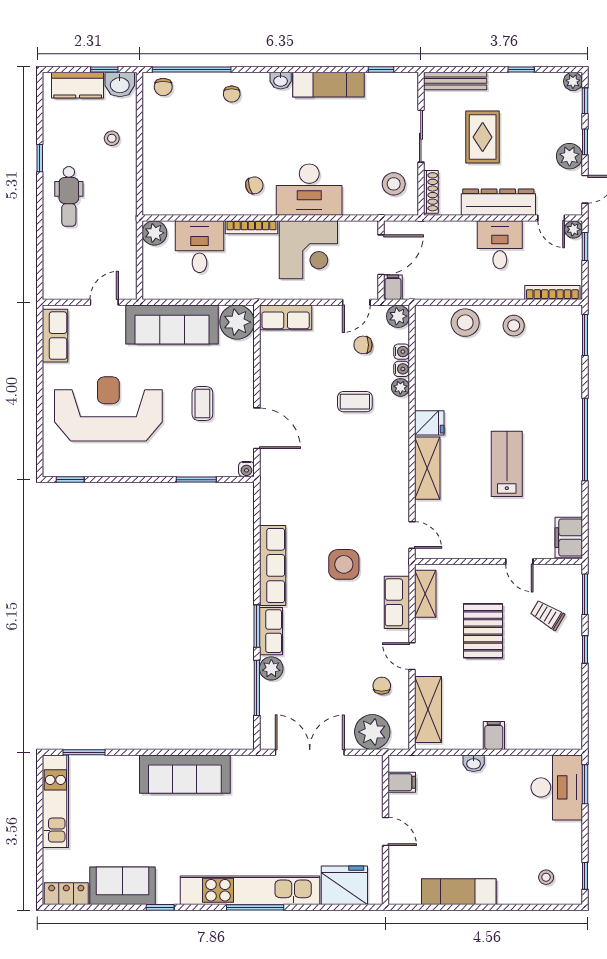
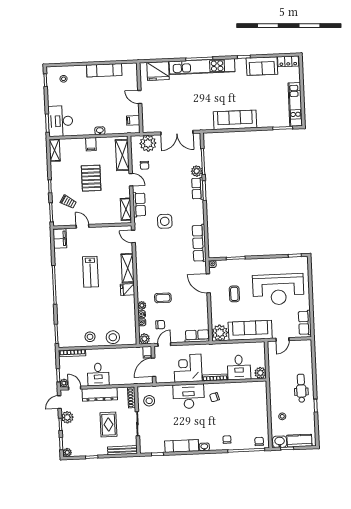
row of seats: (273, 565) -> (199, 243), moved
pallet: (483, 631) -> (91, 178), moved
shelving: (572, 726) -> (55, 150), added

